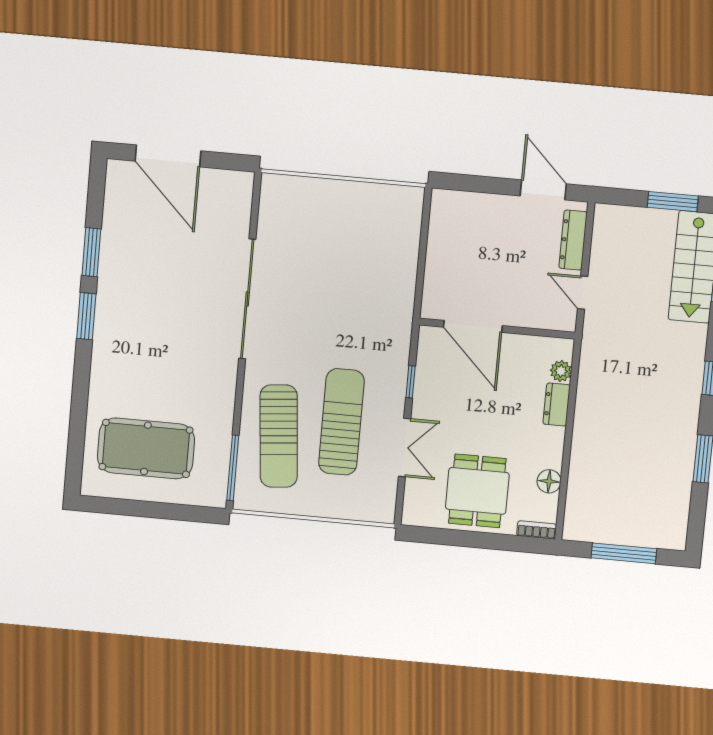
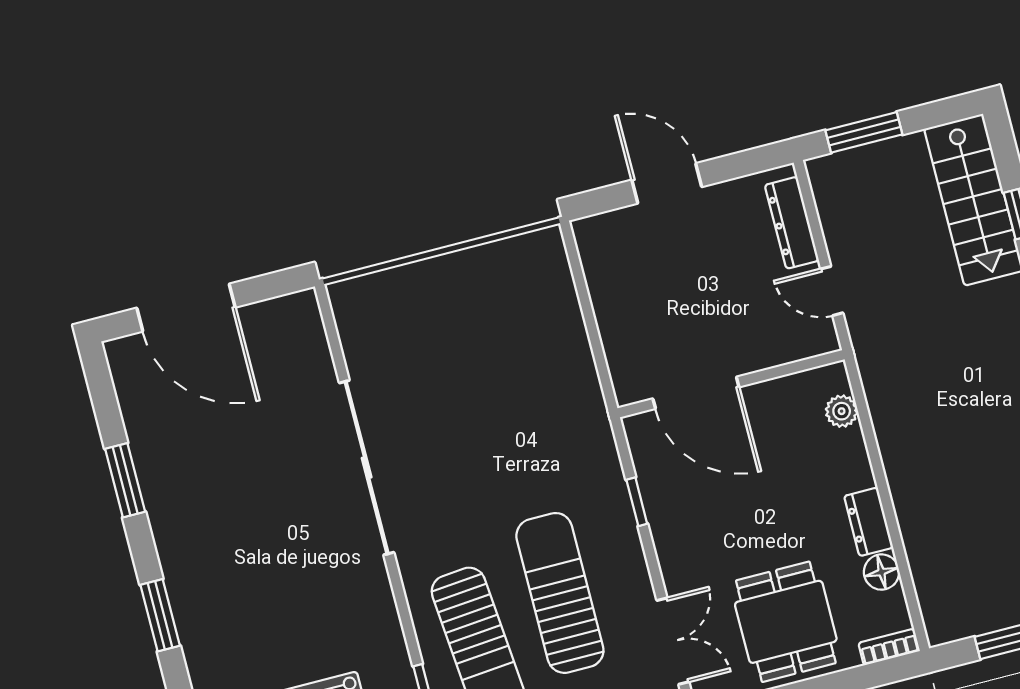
door: (543, 190) -> (667, 183), moved
window: (673, 202) -> (864, 132), moved
window: (86, 316) -> (160, 615), moved
dresser: (557, 405) -> (869, 522), moved
double door: (405, 448) -> (673, 641), moved

